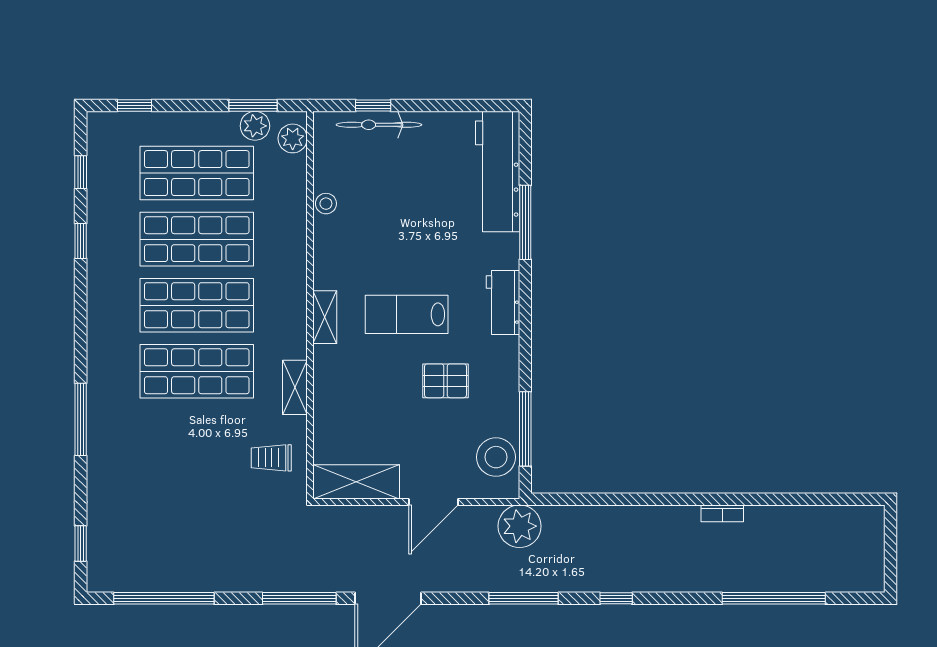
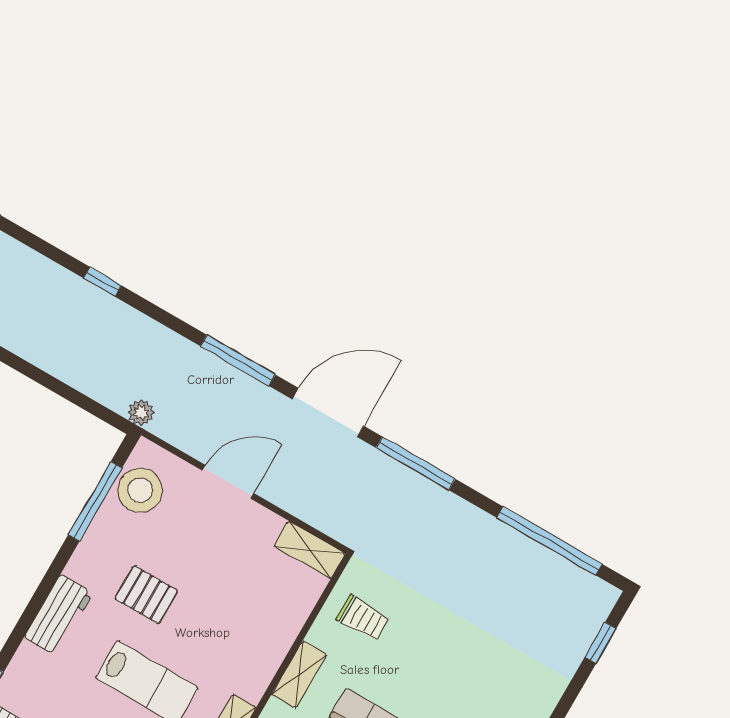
workbench: (503, 303) -> (59, 615), moved
shelving: (356, 482) -> (310, 550), width x0.67, depth x0.75
plant: (520, 526) -> (141, 413), width x0.53, depth x0.53
window: (524, 598) -> (238, 360), moved

